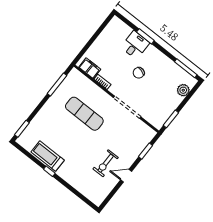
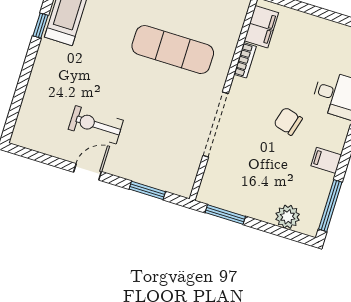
filing cabinet: (164, 62) -> (326, 160), added
exercise mat: (84, 114) -> (173, 50), turned 90
door: (126, 176) -> (87, 172), hinge flipped

